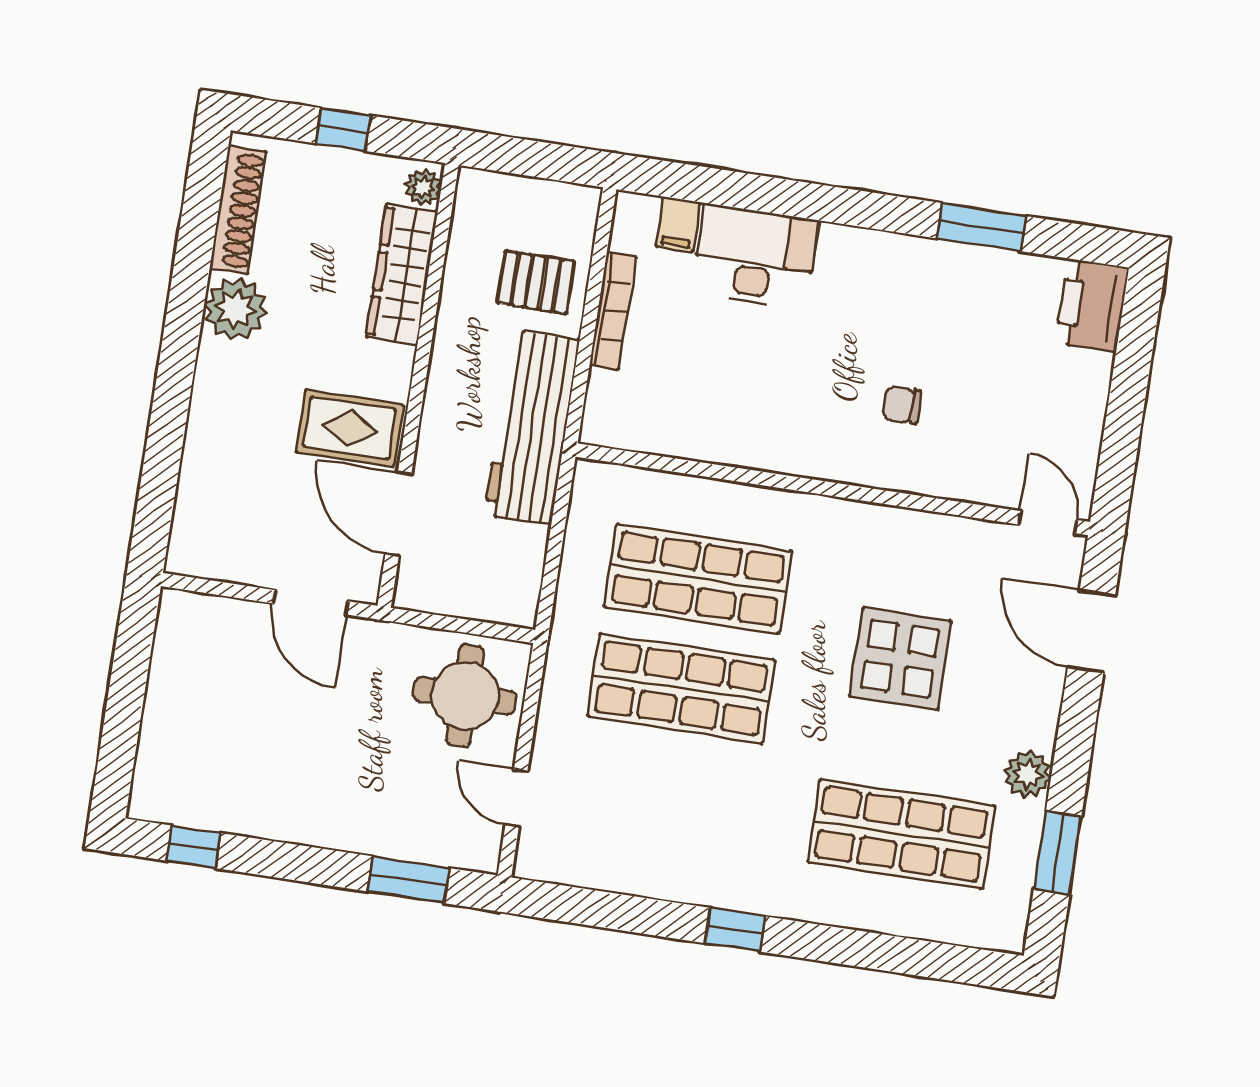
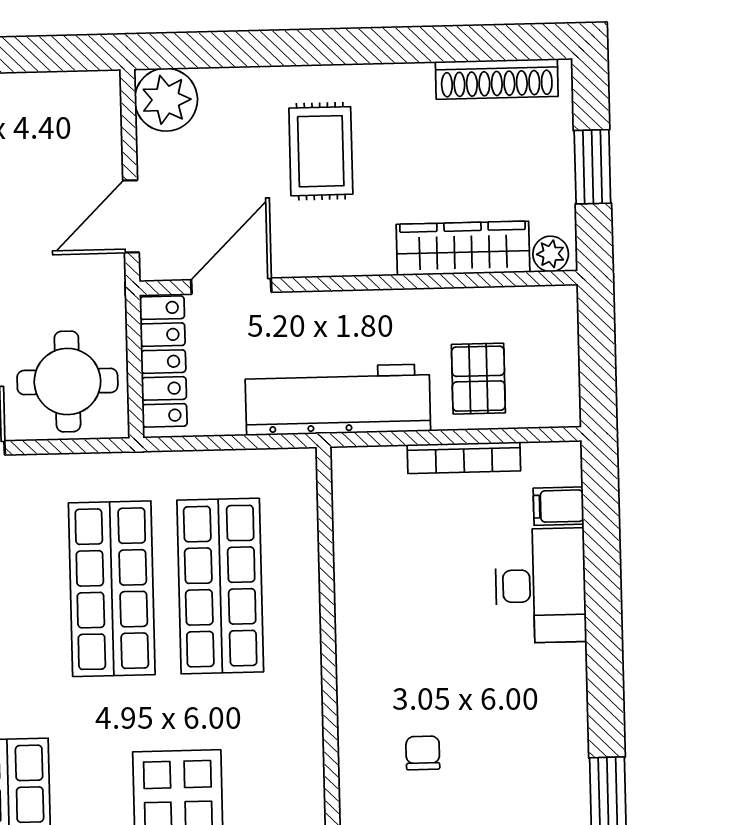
window: (343, 130) -> (592, 167), width x1.50
plant: (236, 309) -> (166, 100), moved
rug: (350, 428) -> (321, 151), moved
locker: (462, 596) -> (163, 362), added

